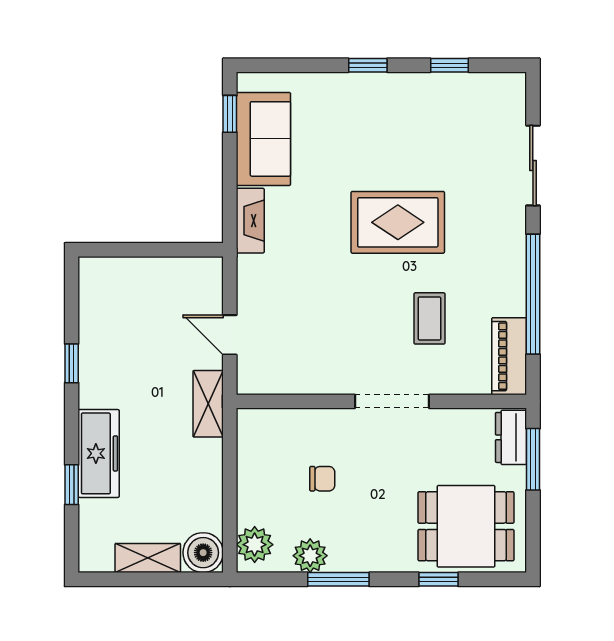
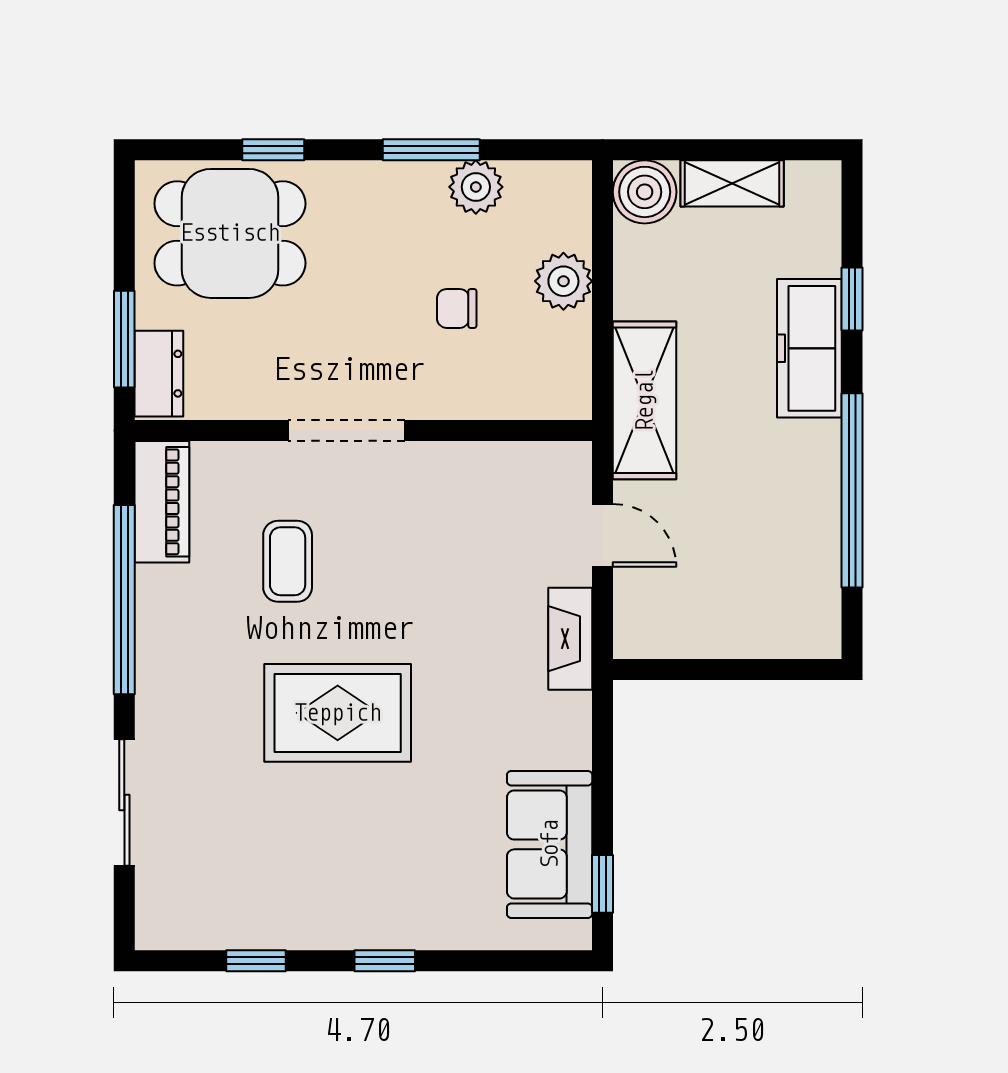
fireplace: (250, 221) -> (570, 639), moved
window: (72, 363) -> (852, 490), width x3.17
shelving: (208, 404) -> (645, 400), width x1.50, depth x1.33
plant: (255, 545) -> (563, 281), moved

